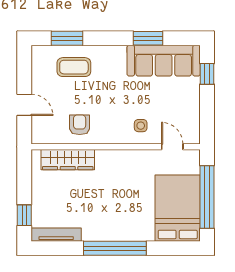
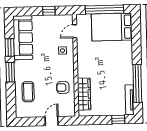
window: (67, 38) -> (10, 72), moved
window: (207, 74) -> (49, 11), moved
window: (115, 248) -> (137, 84), moved

